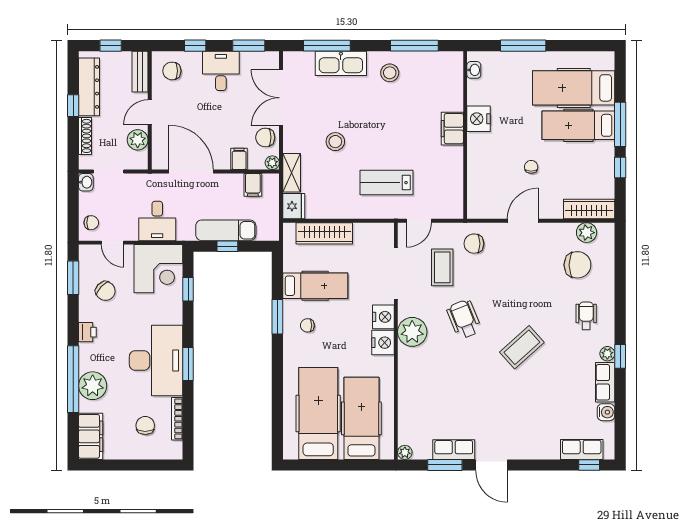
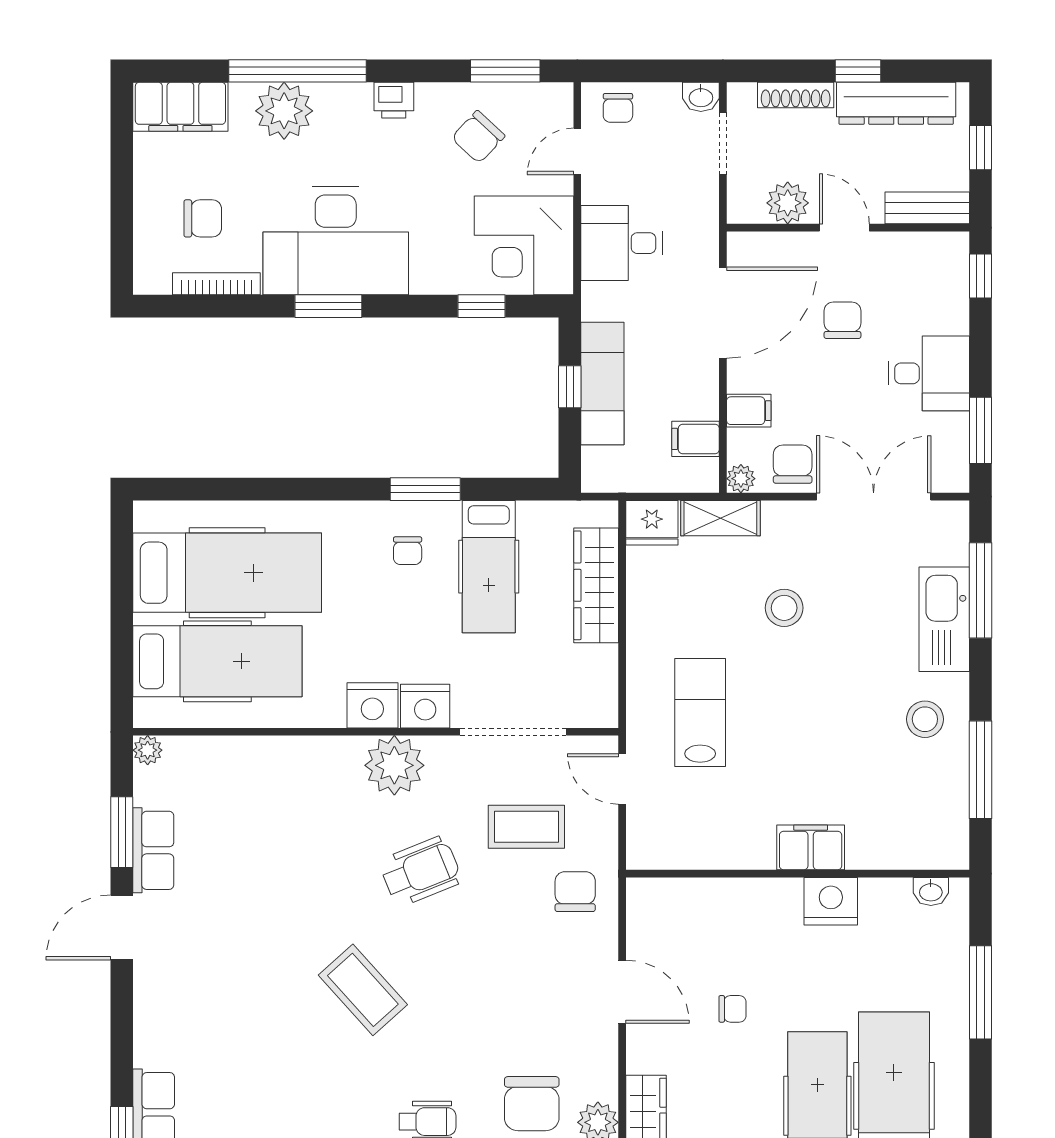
window: (195, 46) -> (980, 276), moved
chair: (172, 71) -> (842, 320), moved
chair: (307, 325) -> (408, 551), turned 180

